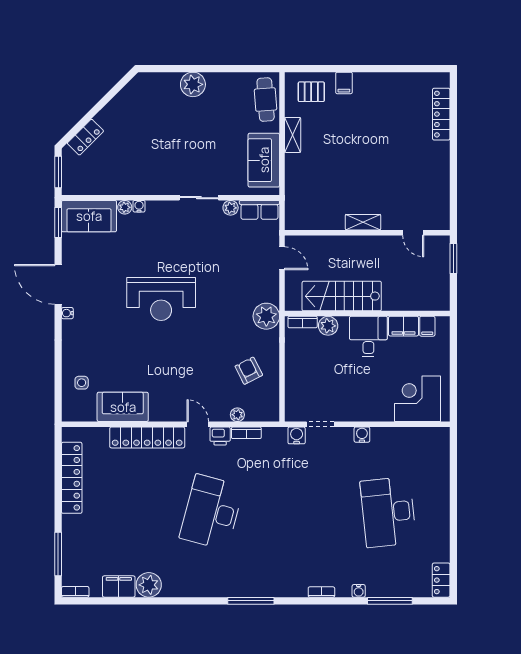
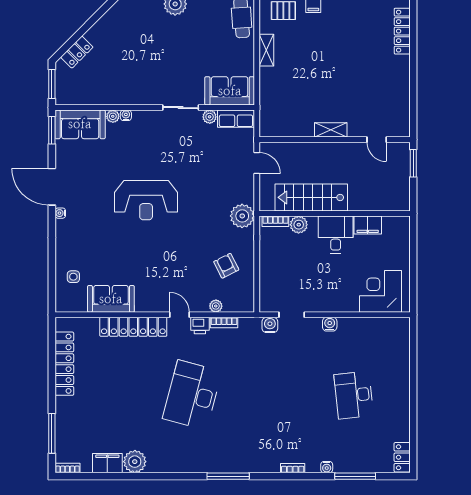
sofa: (264, 160) -> (230, 91), moved, turned 90
filing cabinet: (427, 326) -> (389, 225), removed
desk: (388, 512) -> (354, 395), width x0.73, depth x0.77

